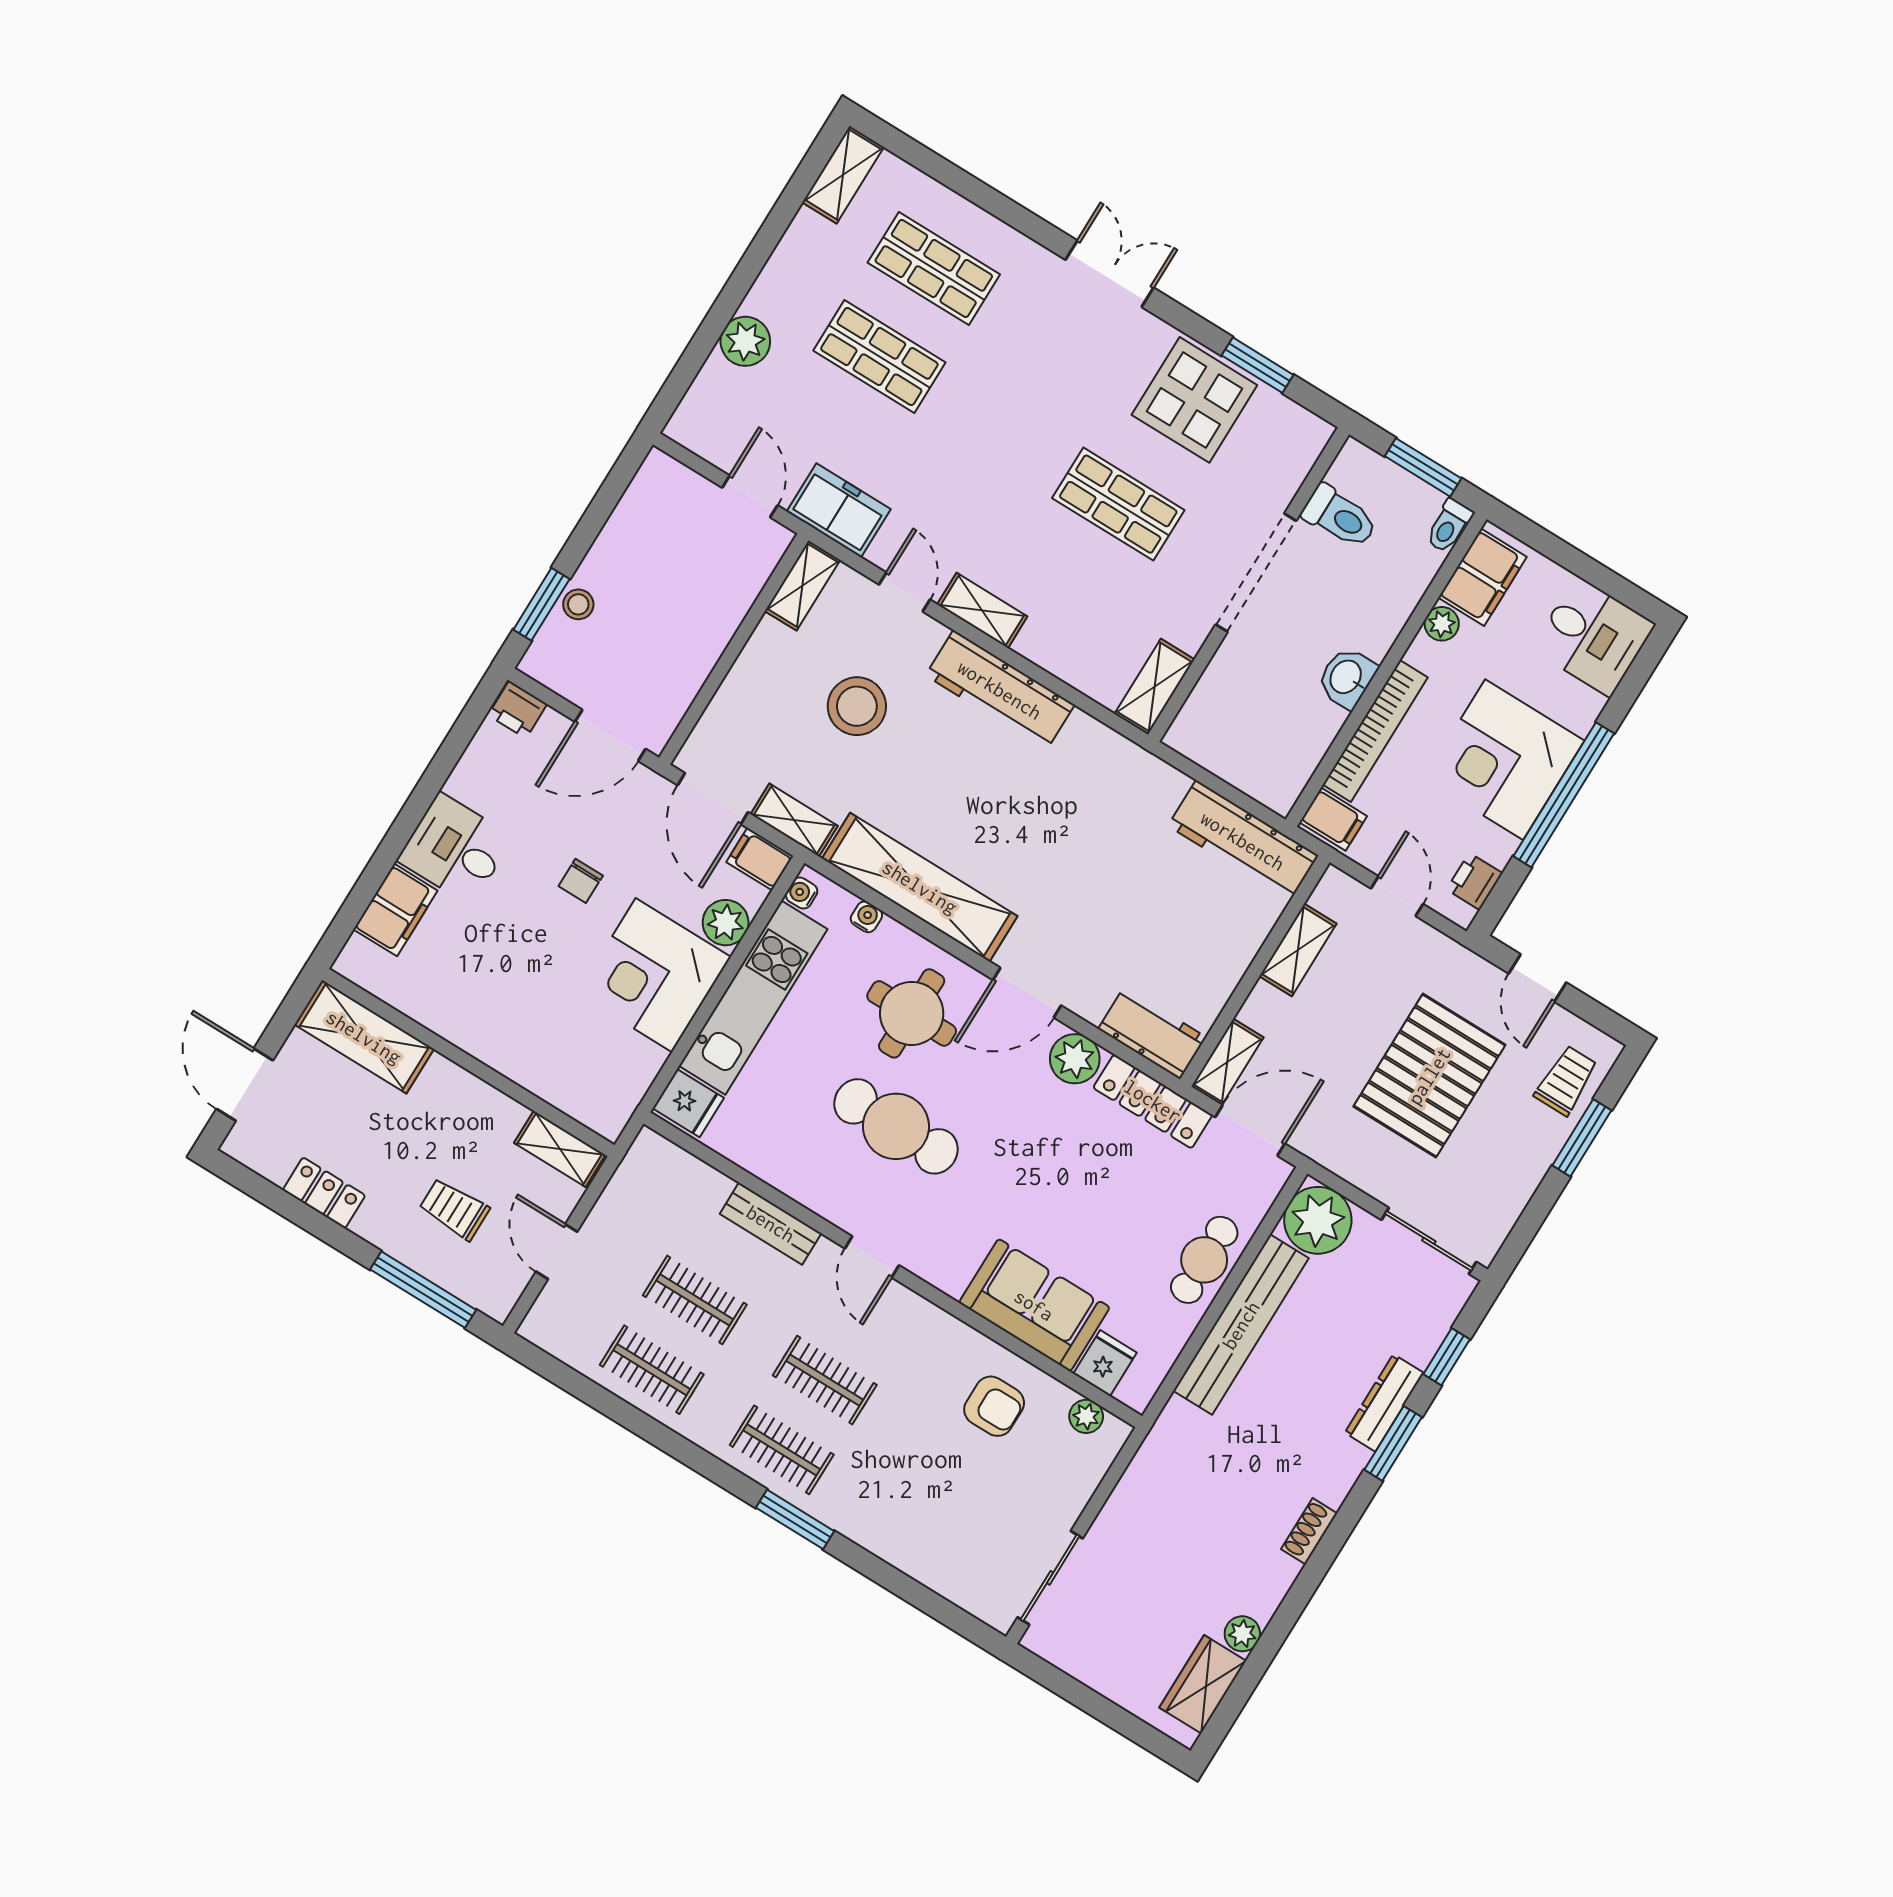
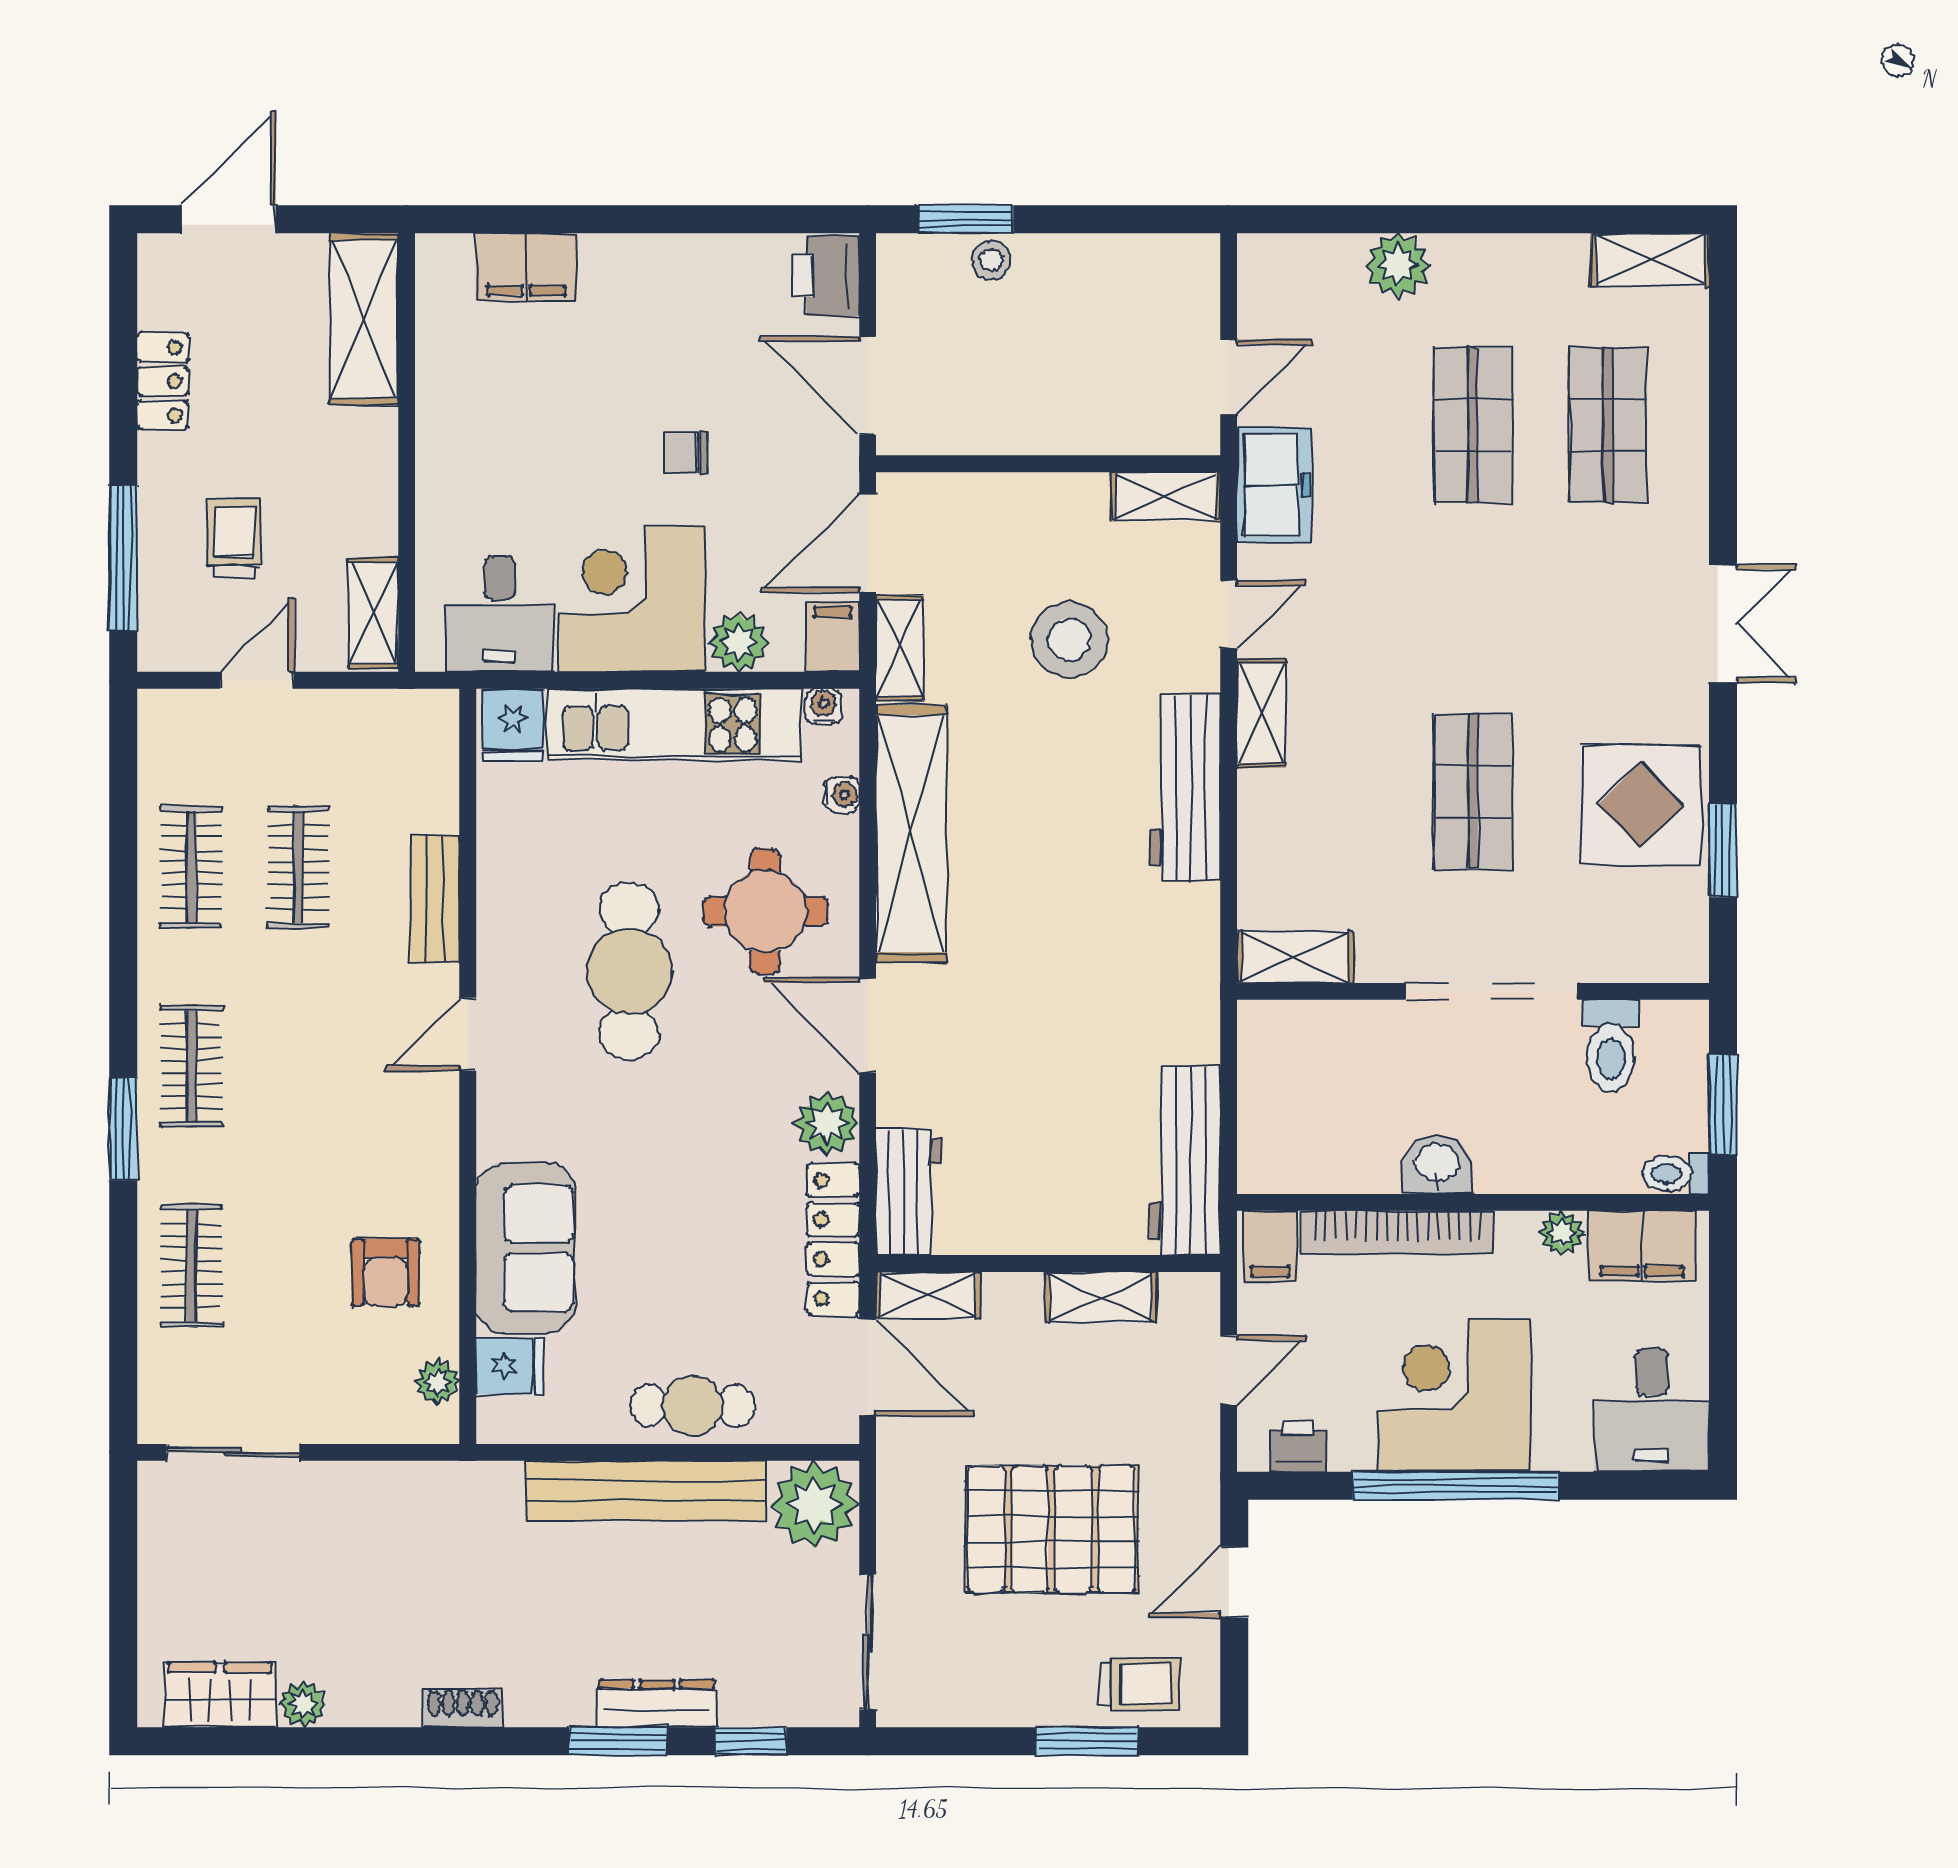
printer: (518, 710) -> (826, 276), width x1.36, depth x1.24
desk: (455, 849) -> (500, 614), moved, turned 180
clothes rail: (825, 1380) -> (191, 1266), moved

